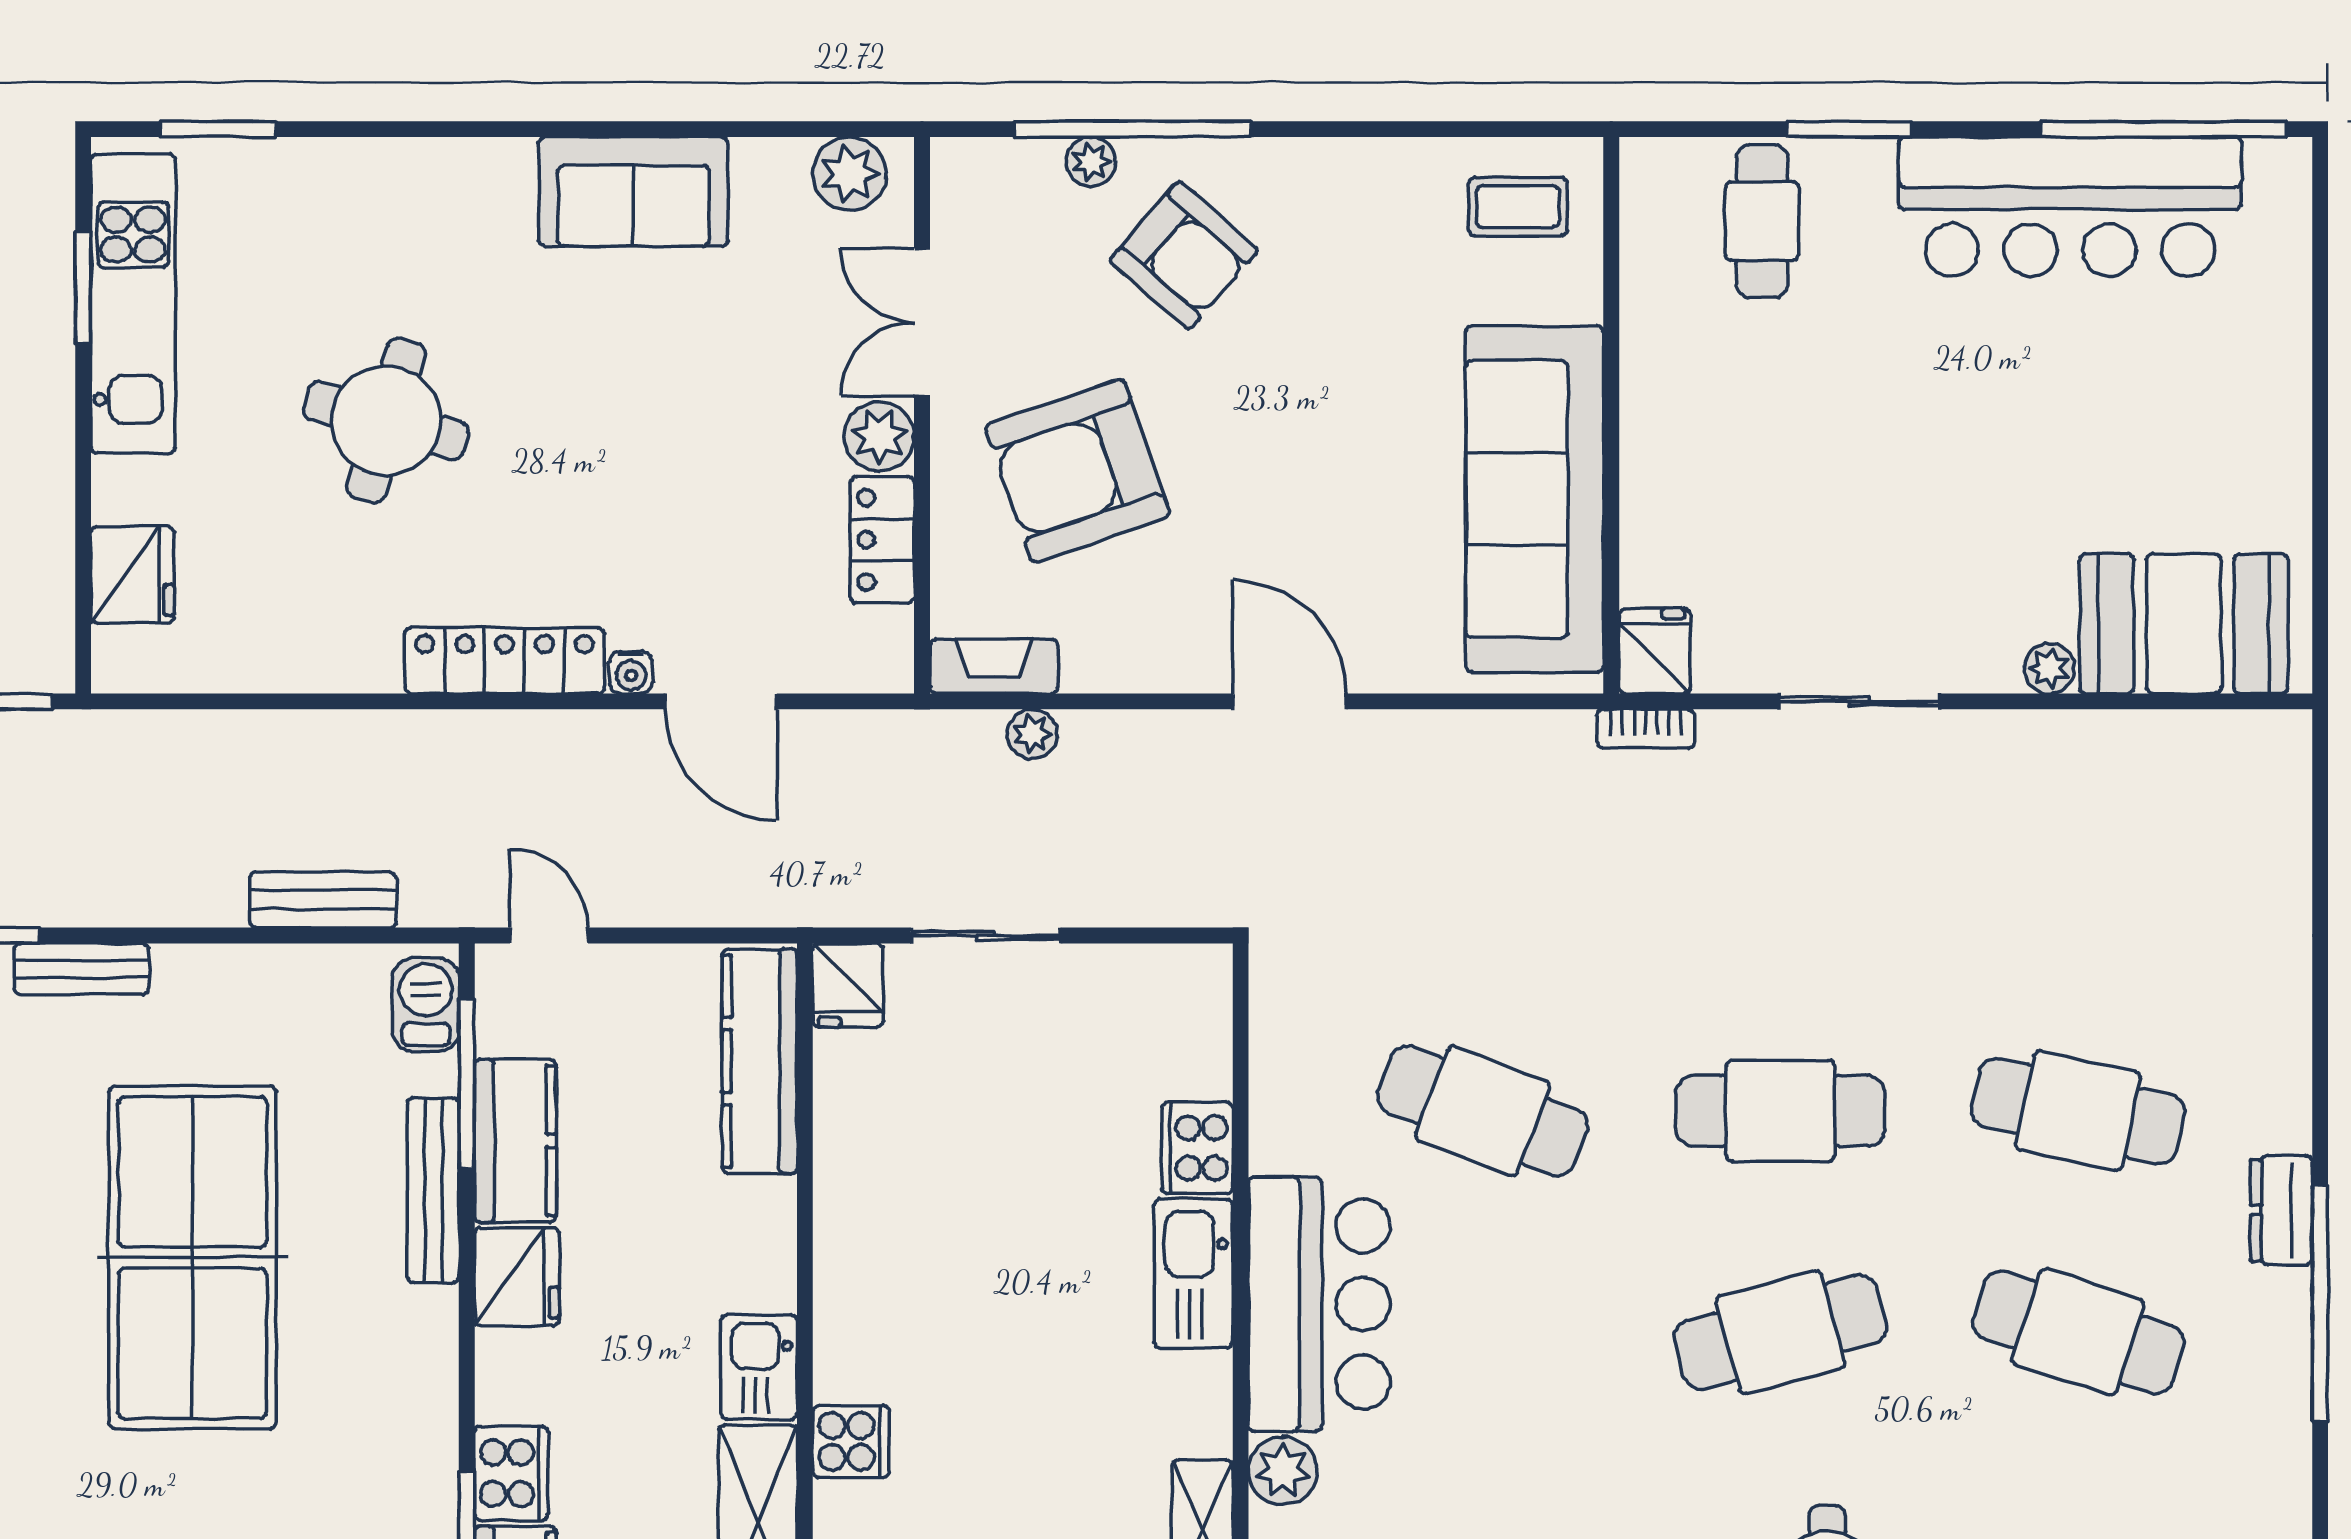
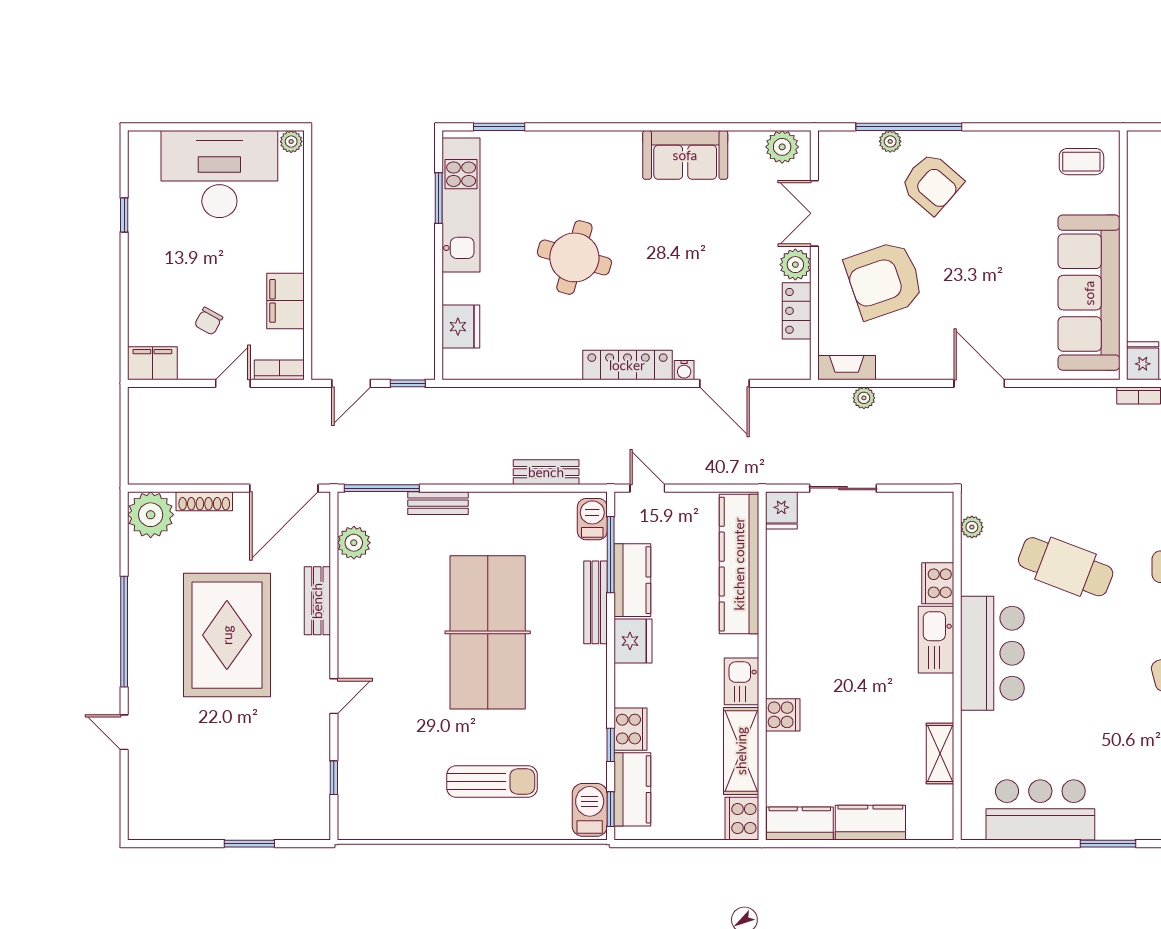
kitchen counter: (760, 1061) -> (739, 564), width x1.39, depth x1.17
plant: (1283, 1471) -> (972, 527), moved, width x0.73, depth x0.73

